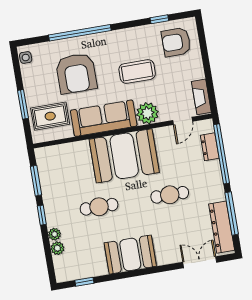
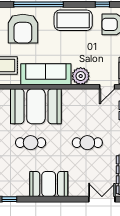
coffee table: (137, 72) -> (73, 20), moved, width x1.36, depth x1.32
armchair: (76, 73) -> (23, 29), moved
booth: (124, 156) -> (36, 106), moved

